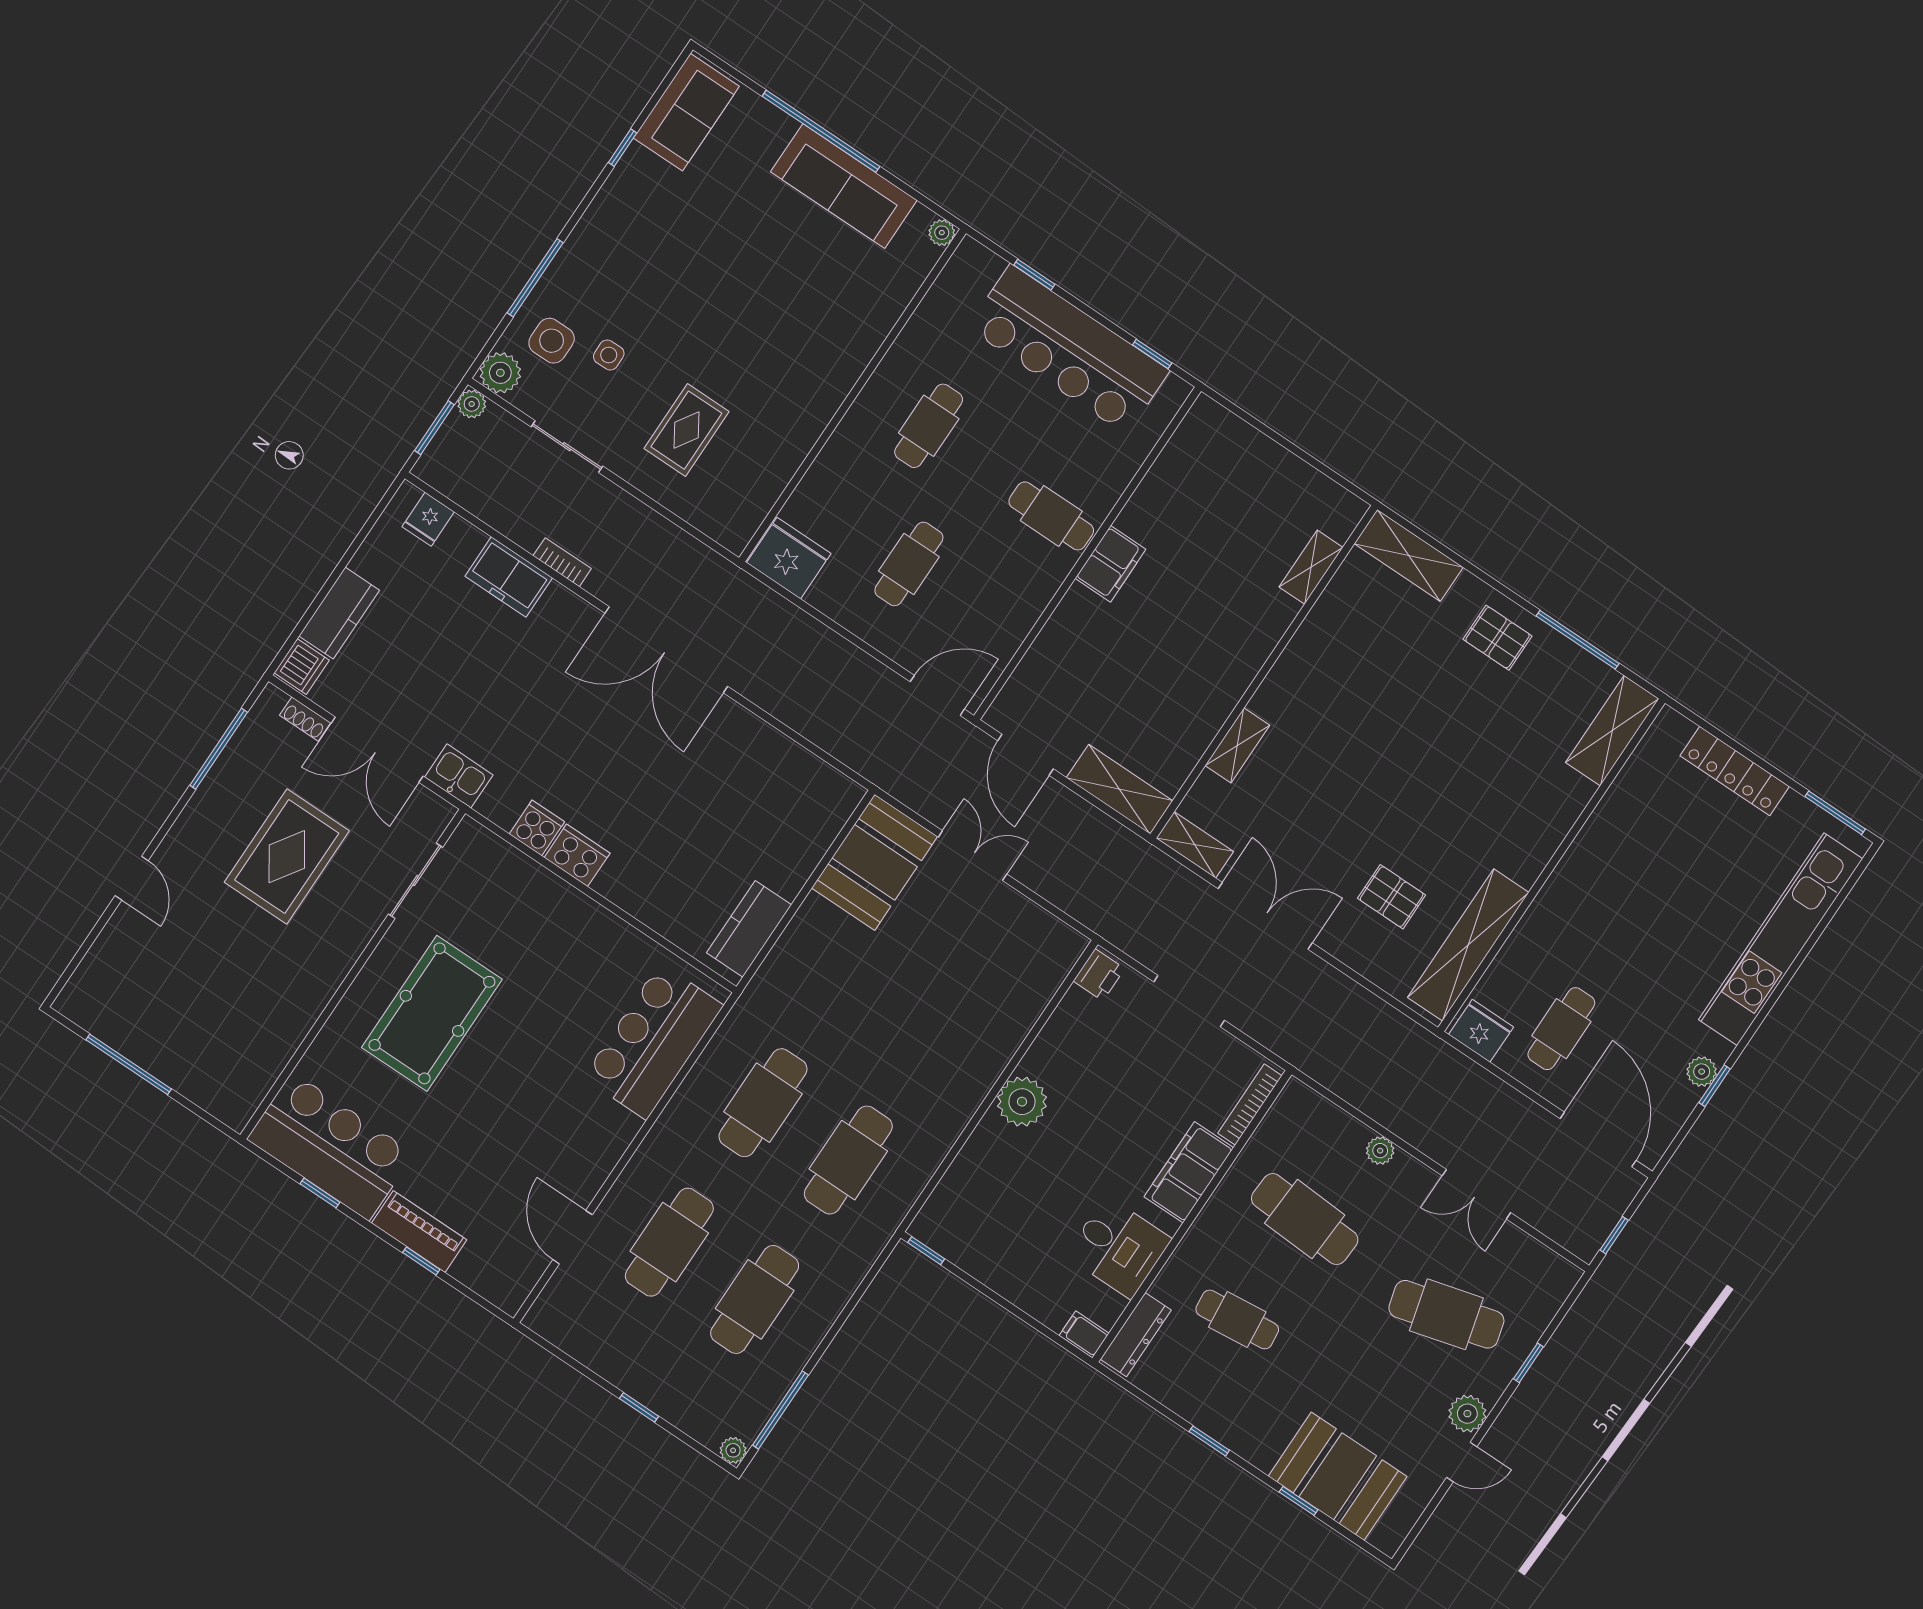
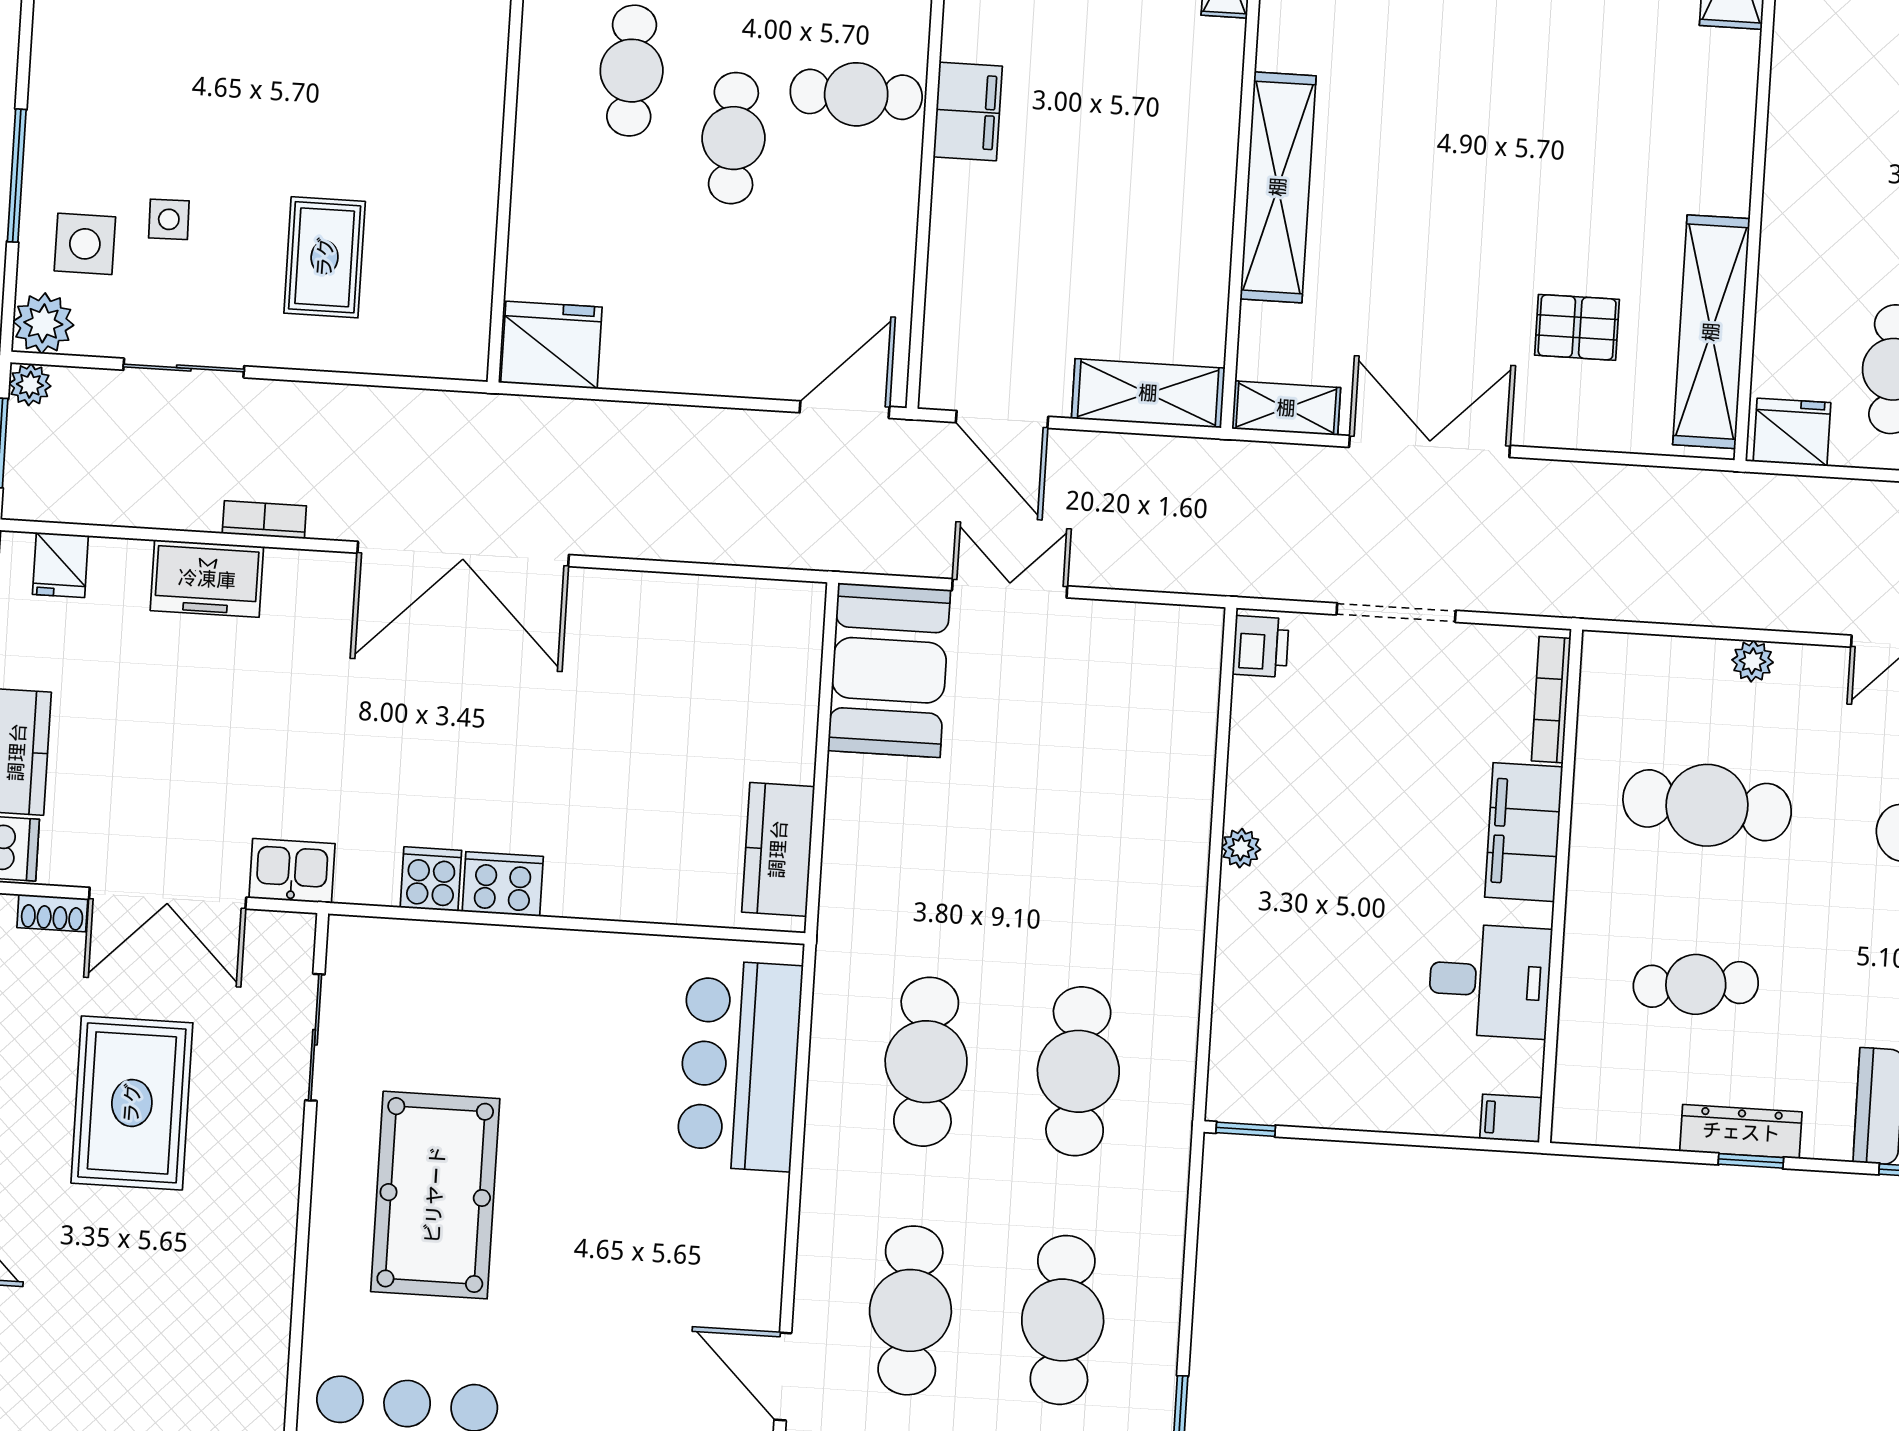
cafe table: (909, 564) -> (733, 138), moved
shelving: (1237, 745) -> (1278, 187), width x2.20, depth x1.33
plant: (1022, 1102) -> (1241, 848), width x0.53, depth x0.53
dresser: (1136, 1335) -> (1741, 1132), moved, turned -90

